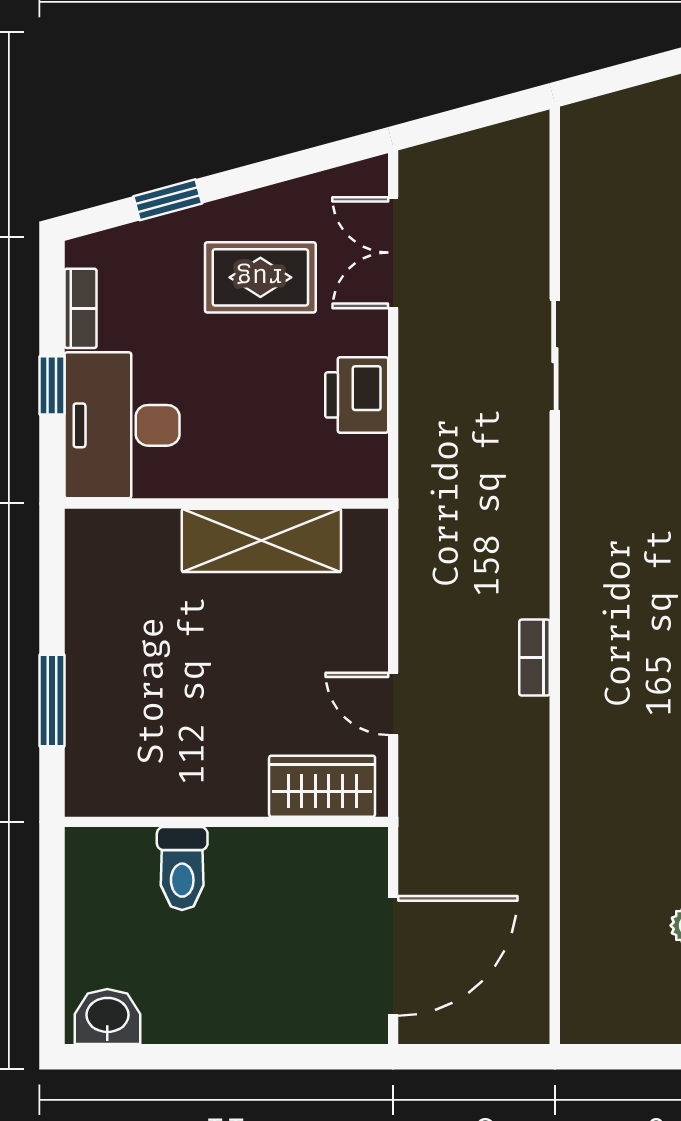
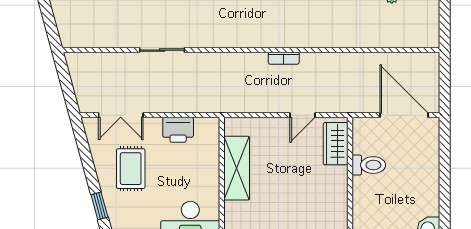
toilet: (182, 868) -> (369, 165), moved

